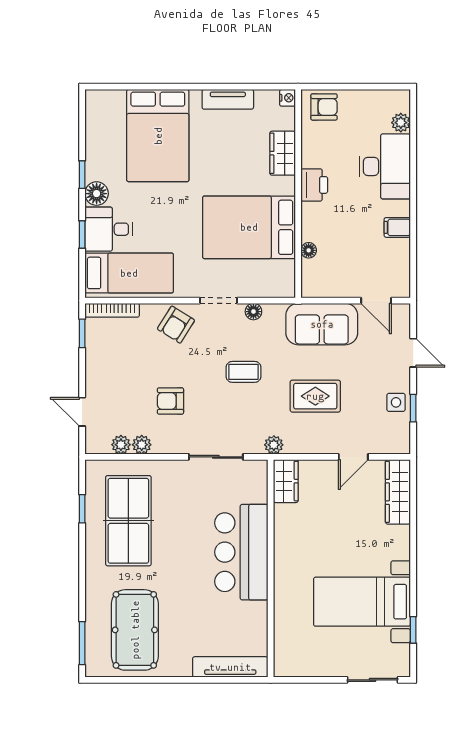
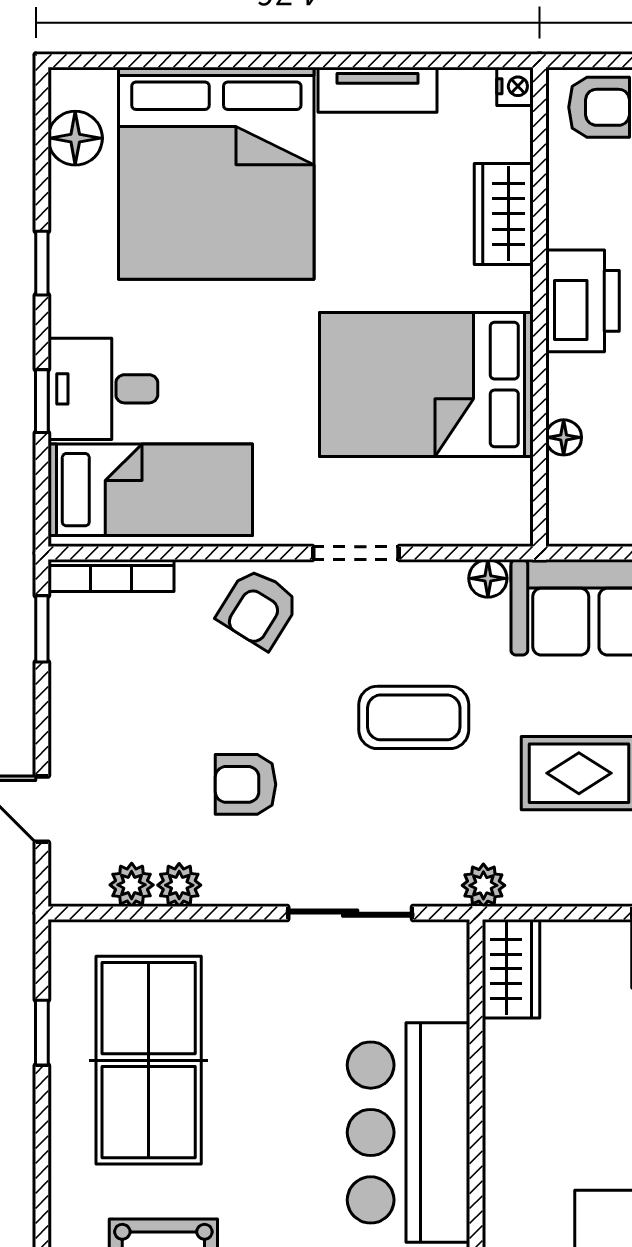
bed: (158, 136) -> (216, 173), width x1.36
printer: (314, 185) -> (582, 301), width x1.37, depth x1.19
floor lamp: (97, 194) -> (75, 138), moved
floor lamp: (253, 312) -> (488, 578), moved
coffee table: (244, 372) -> (414, 717), width x1.36, depth x1.30

